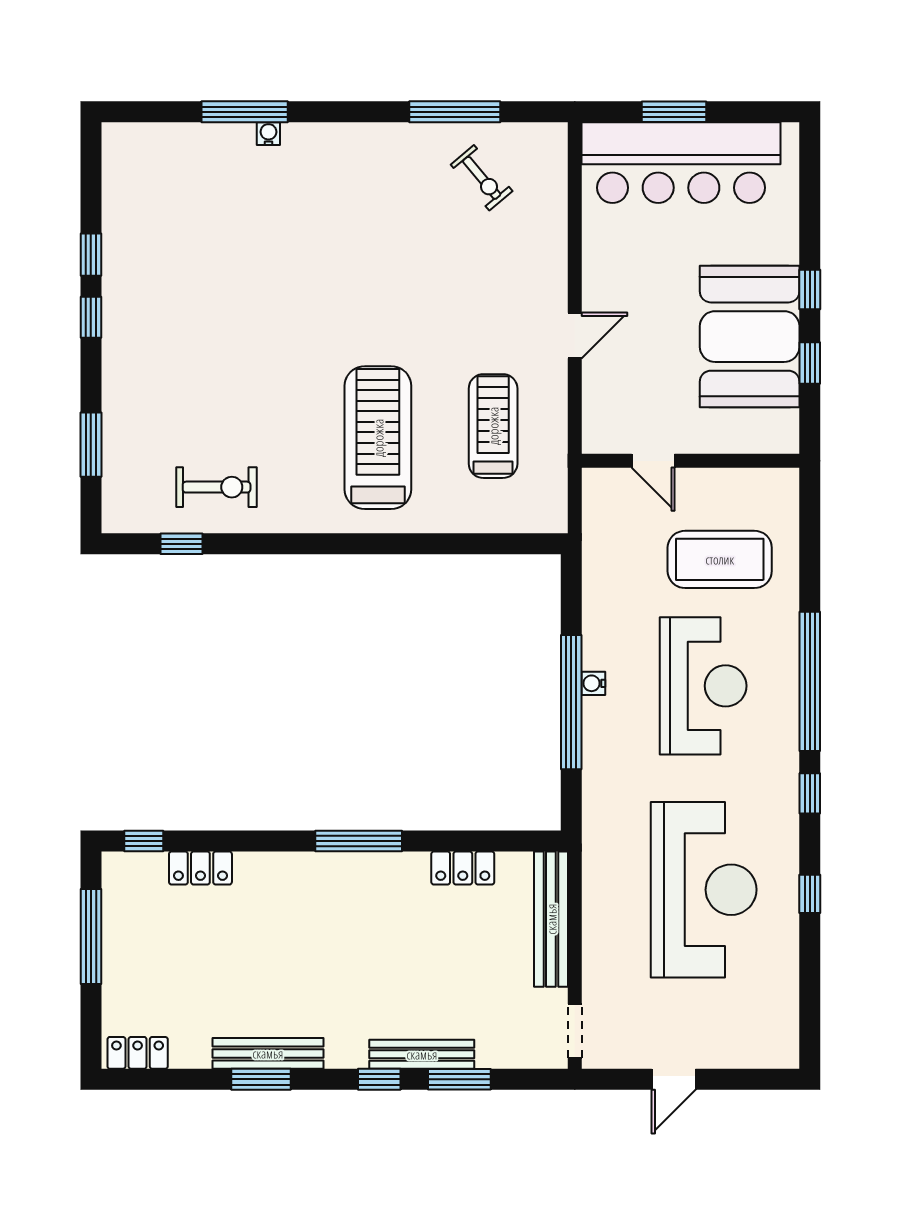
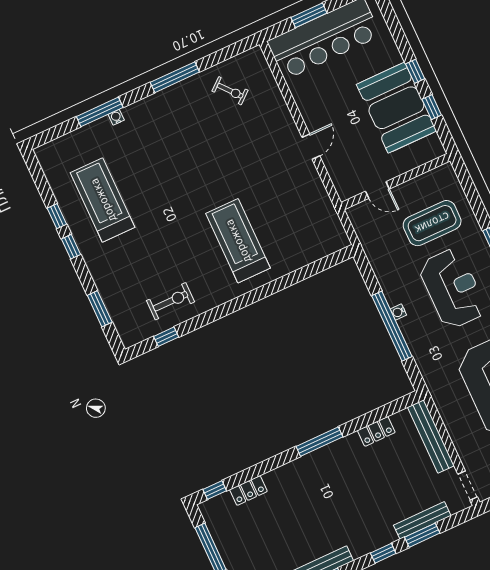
window: (455, 112) -> (175, 77), moved
treadmill: (493, 426) -> (103, 200), moved, width x1.37, depth x1.38
bench: (422, 1054) -> (422, 520), moved

